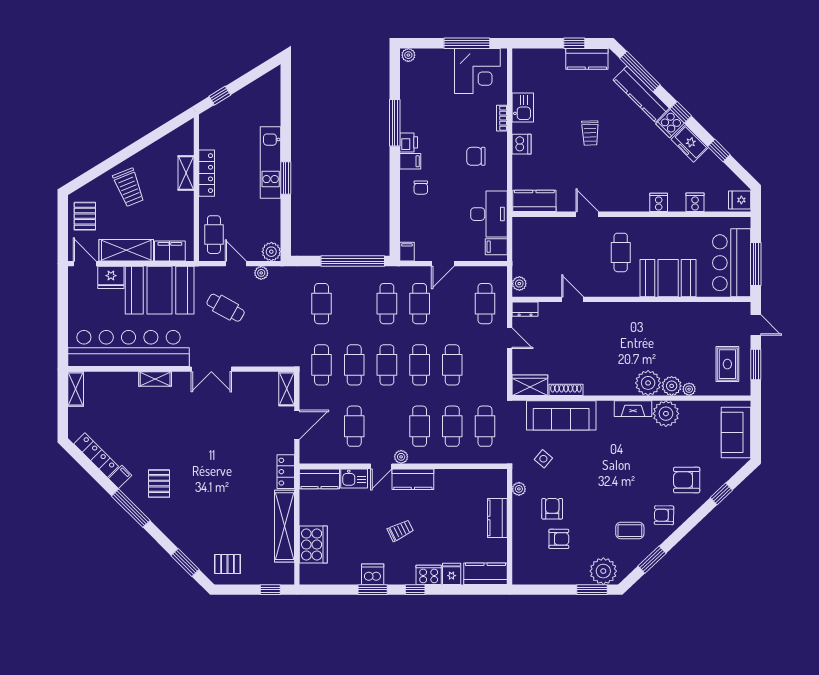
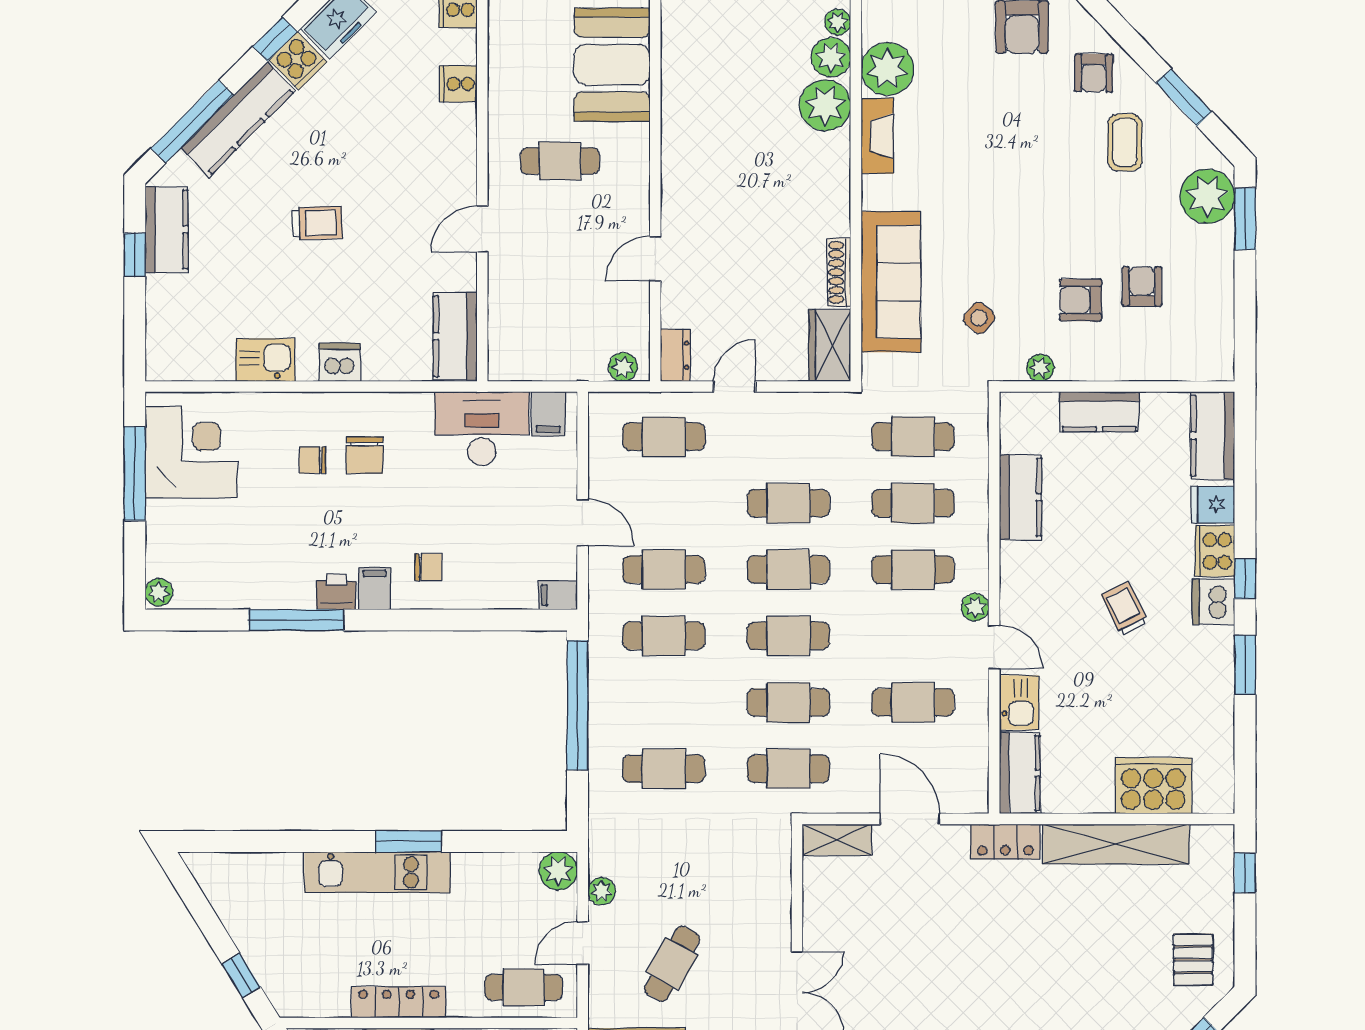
bookcase: (502, 118) -> (287, 402), removed
chair: (473, 131) -> (313, 460), added
kitchen counter: (413, 479) -> (1020, 497), moved
dishwasher: (373, 574) -> (1214, 602), moved

